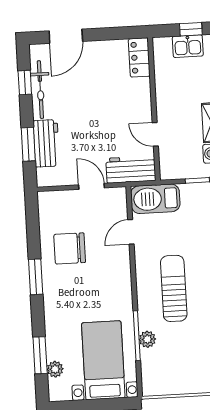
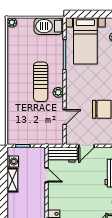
door: (92, 186) -> (87, 146), hinge flipped
barbecue: (155, 199) -> (49, 26), moved, turned 180
plant: (147, 339) -> (58, 92), moved

